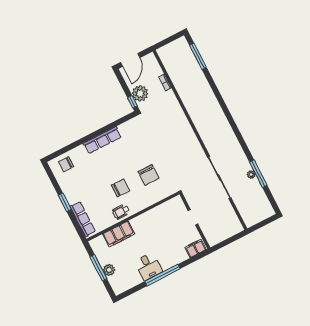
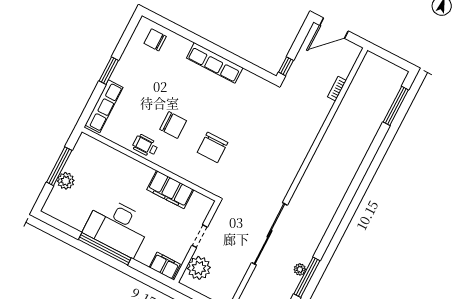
plant: (140, 93) -> (199, 268), moved
filing cabinet: (119, 234) -> (170, 190), moved
desk: (148, 267) -> (117, 227), width x1.87, depth x1.30

